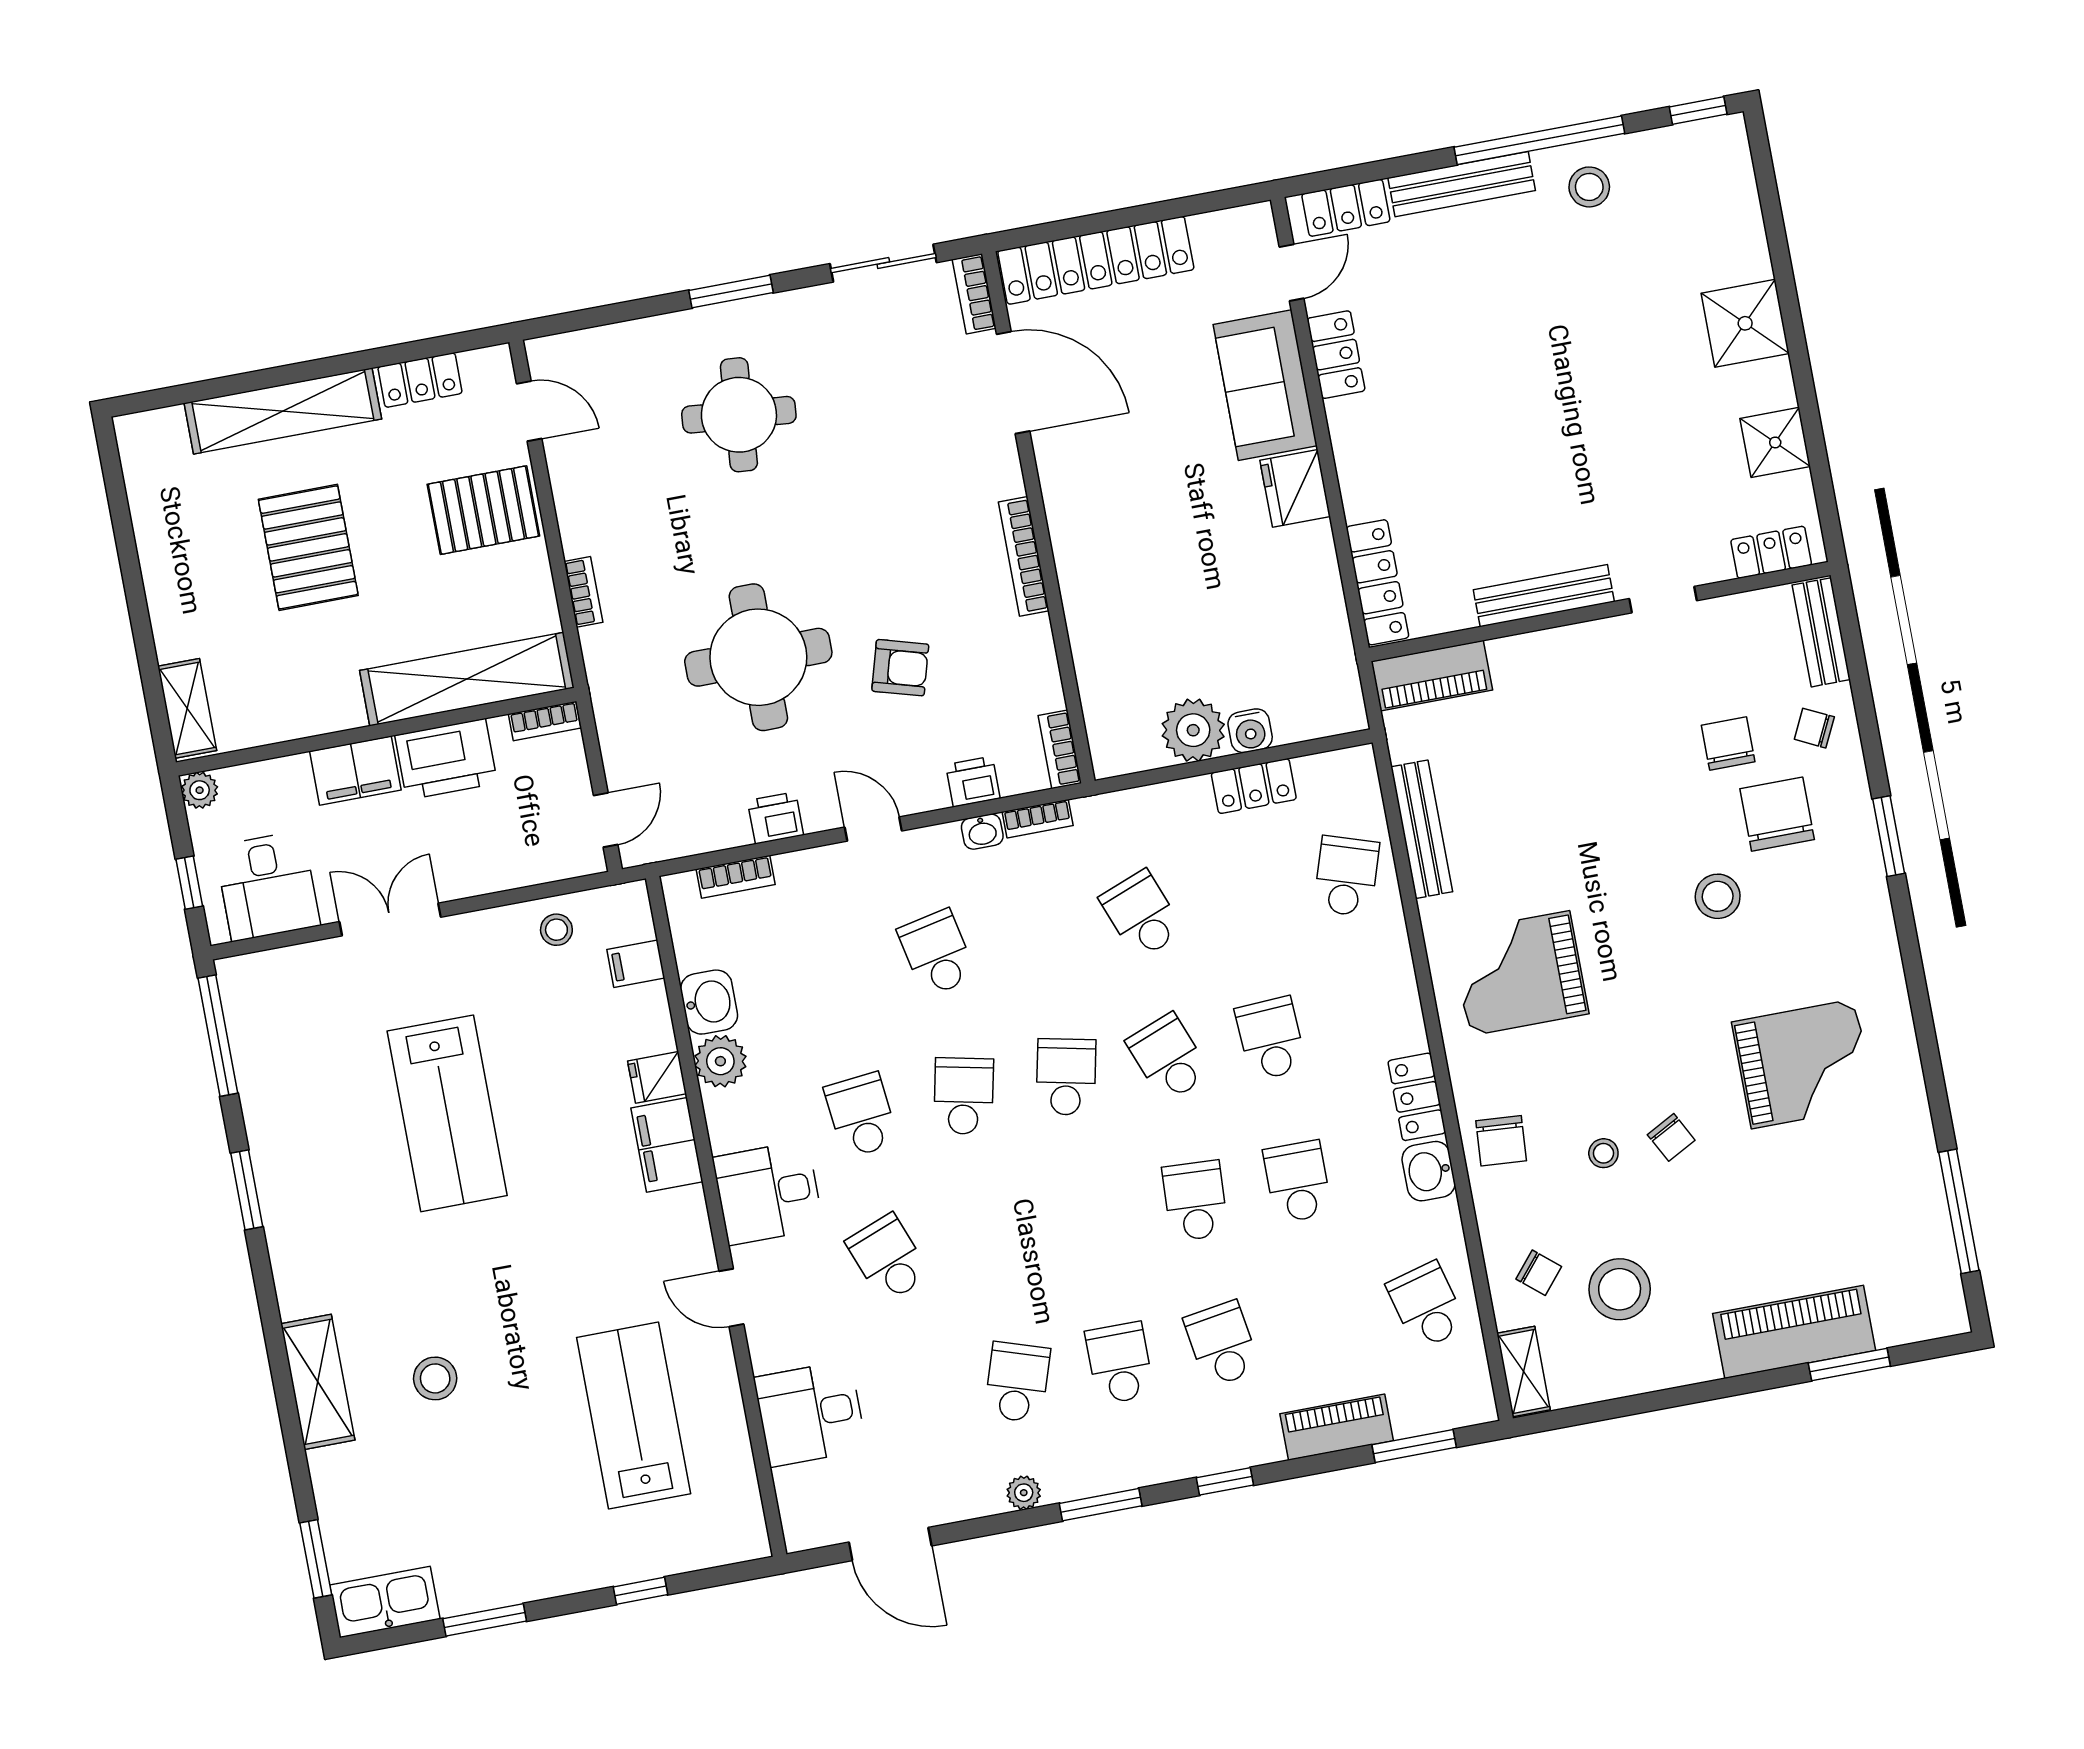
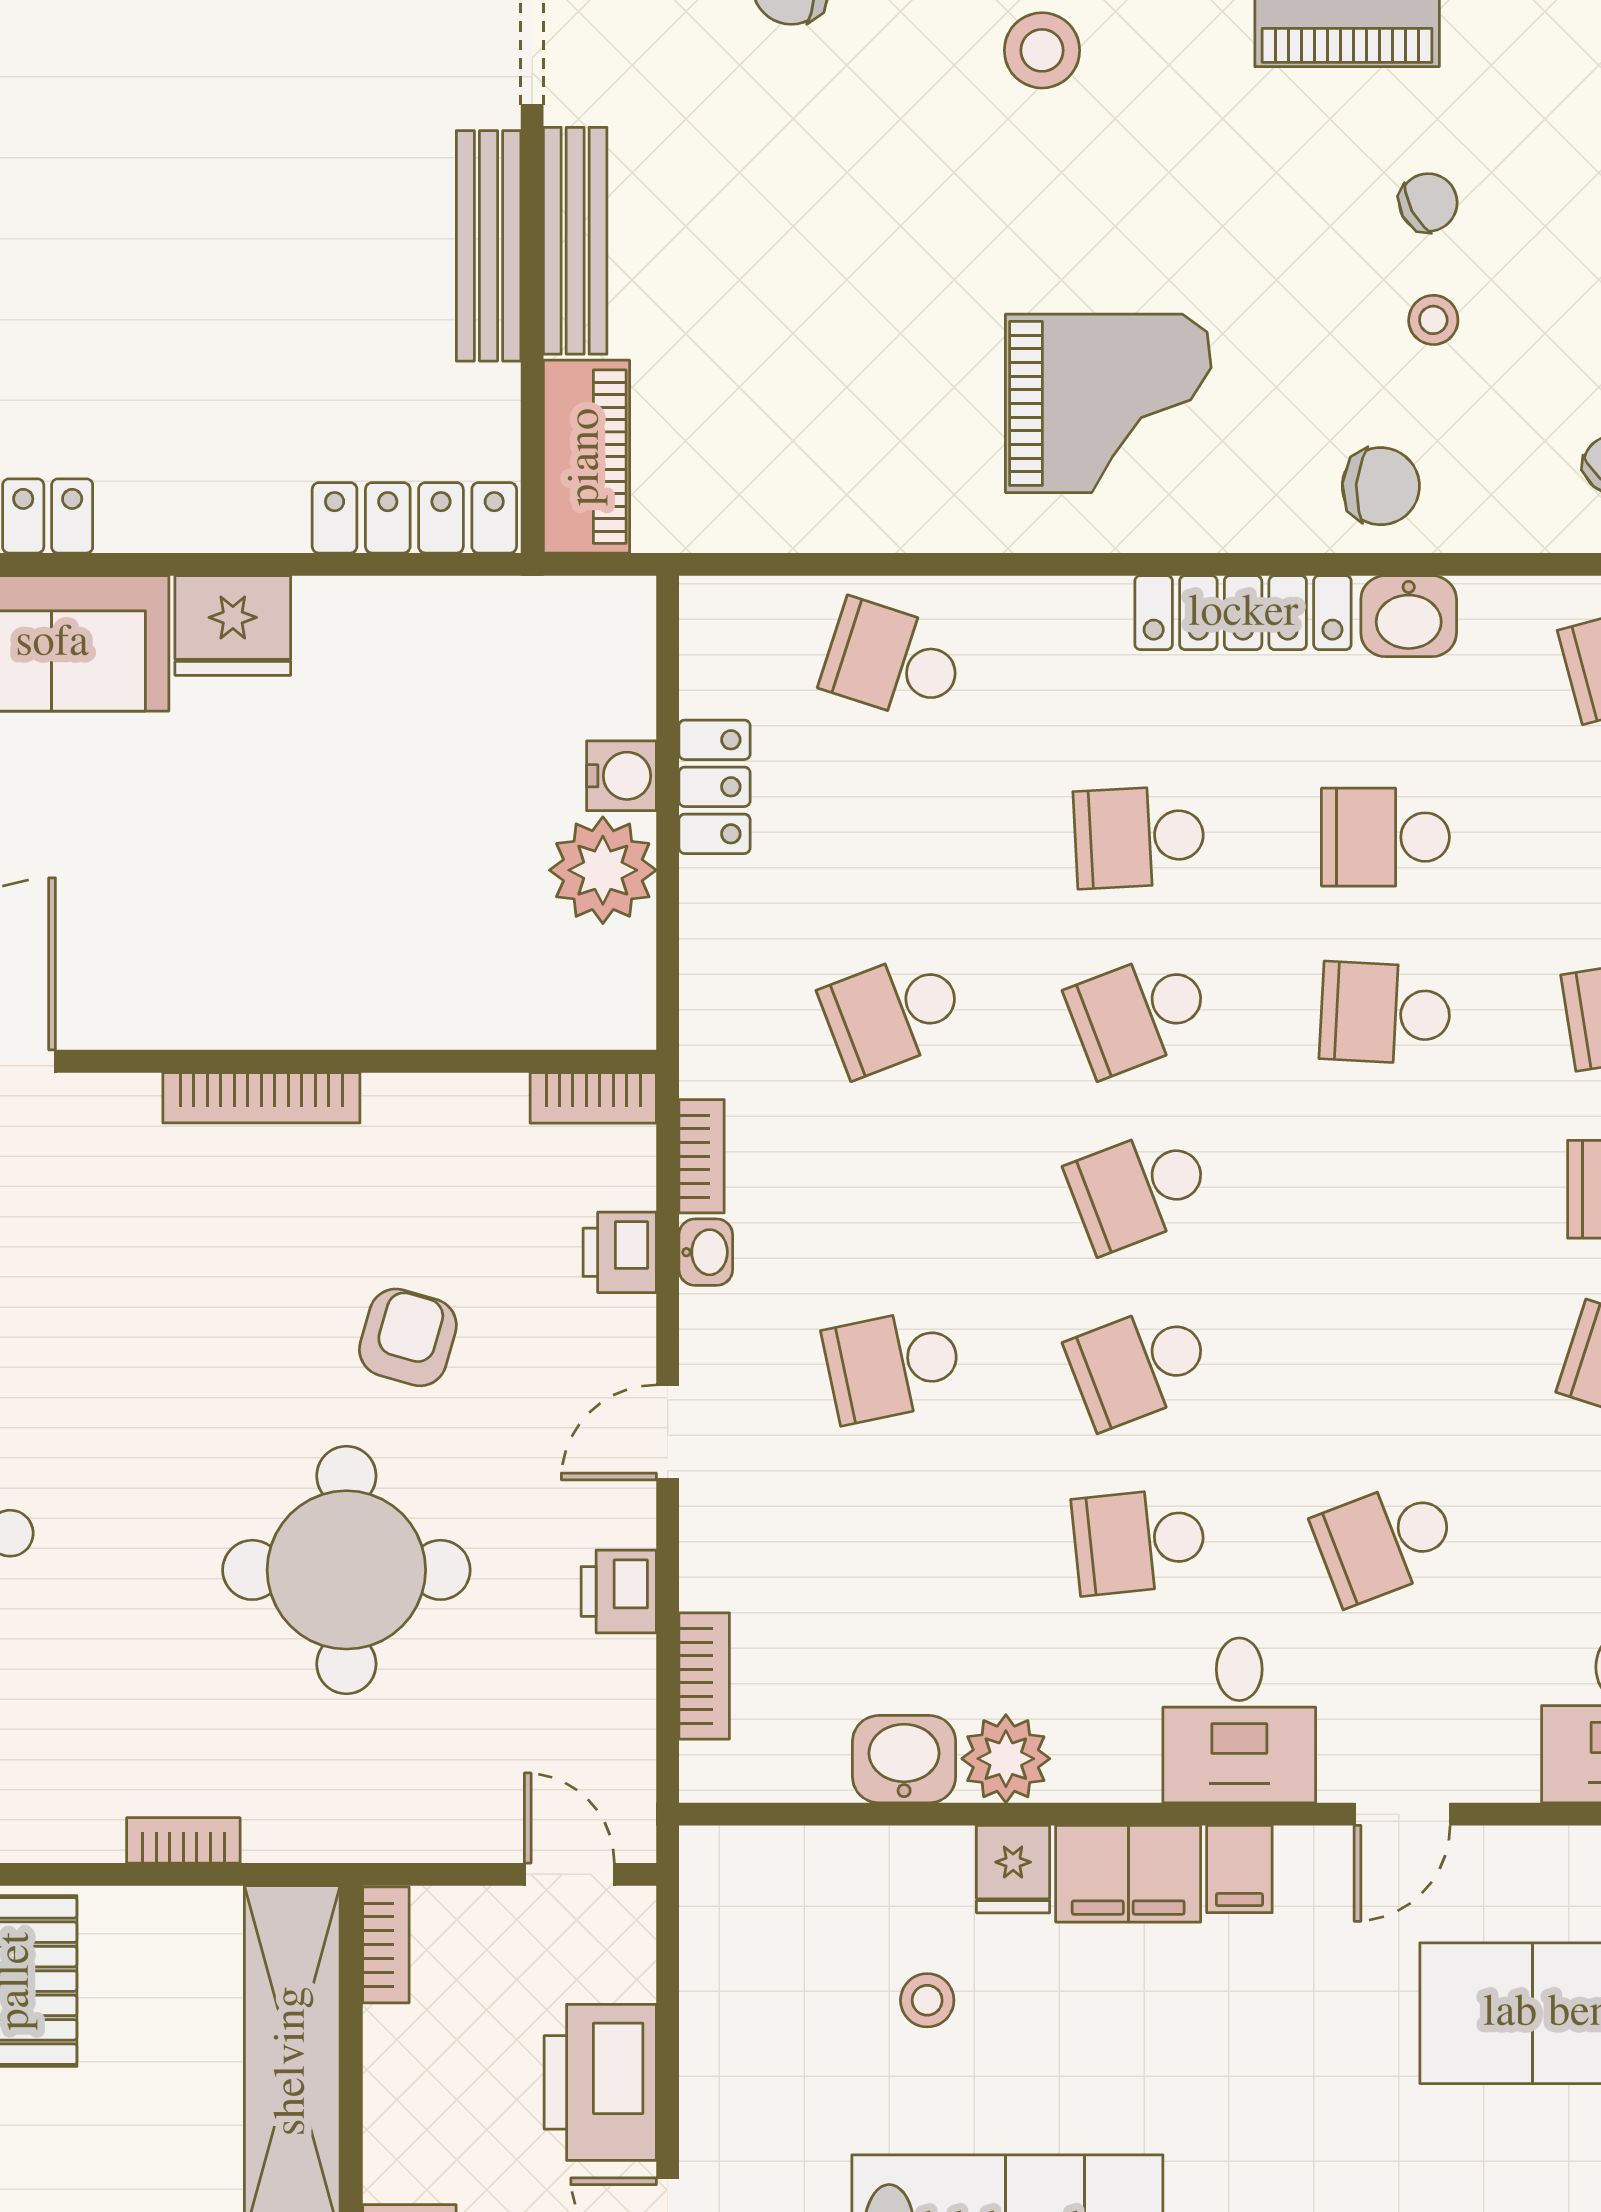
printer: (446, 759) -> (600, 2082), moved, turned 180
bench: (1422, 829) -> (575, 241), moved, turned 90
stool: (556, 930) -> (927, 2000), moved
filing cabinet: (636, 964) -> (1239, 1869), moved
grand piano: (1520, 973) -> (1108, 403), turned -90
school desk: (1066, 1077) -> (1139, 1189), turned -33
school desk: (964, 1096) -> (1139, 1365), turned -33
locker: (1417, 1097) -> (1243, 613), width x1.53

